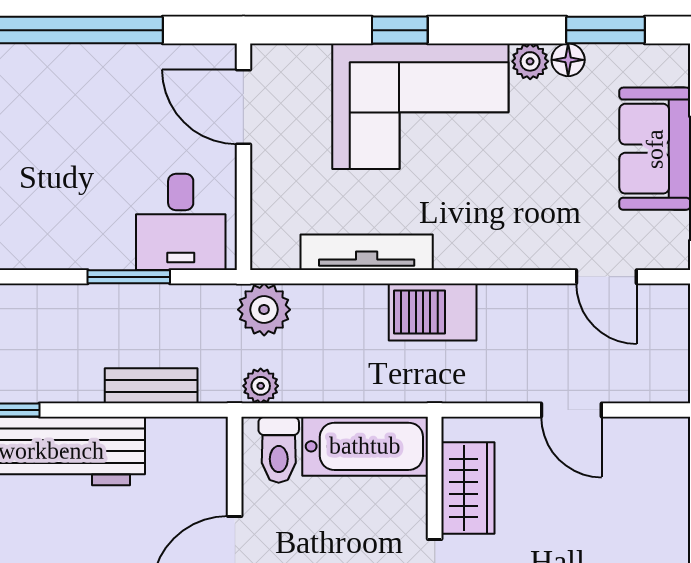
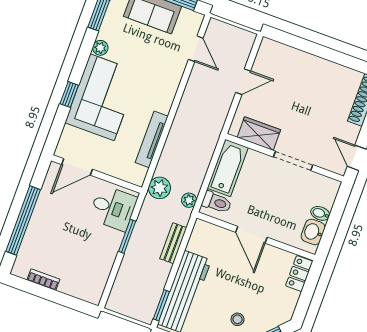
floor lamp: (568, 60) -> (105, 33), removed
door: (606, 277) -> (196, 49), hinge flipped
barbecue: (433, 312) -> (185, 122), removed

